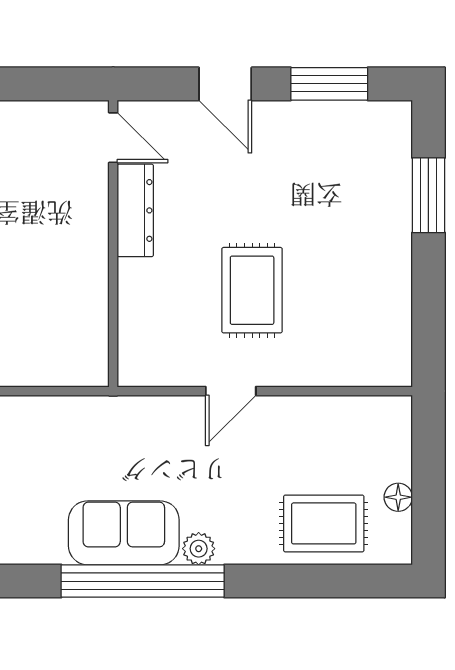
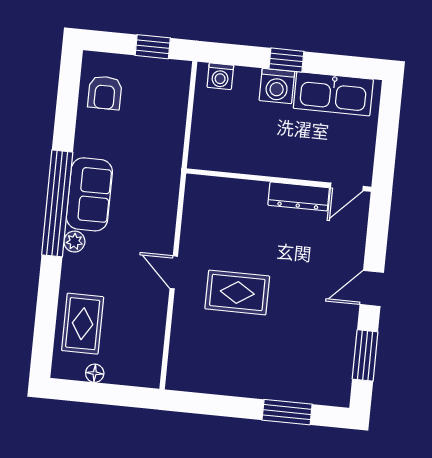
door: (113, 138) -> (347, 187), moved
dresser: (135, 210) -> (299, 196), moved
wall: (113, 244) -> (279, 180), moved

